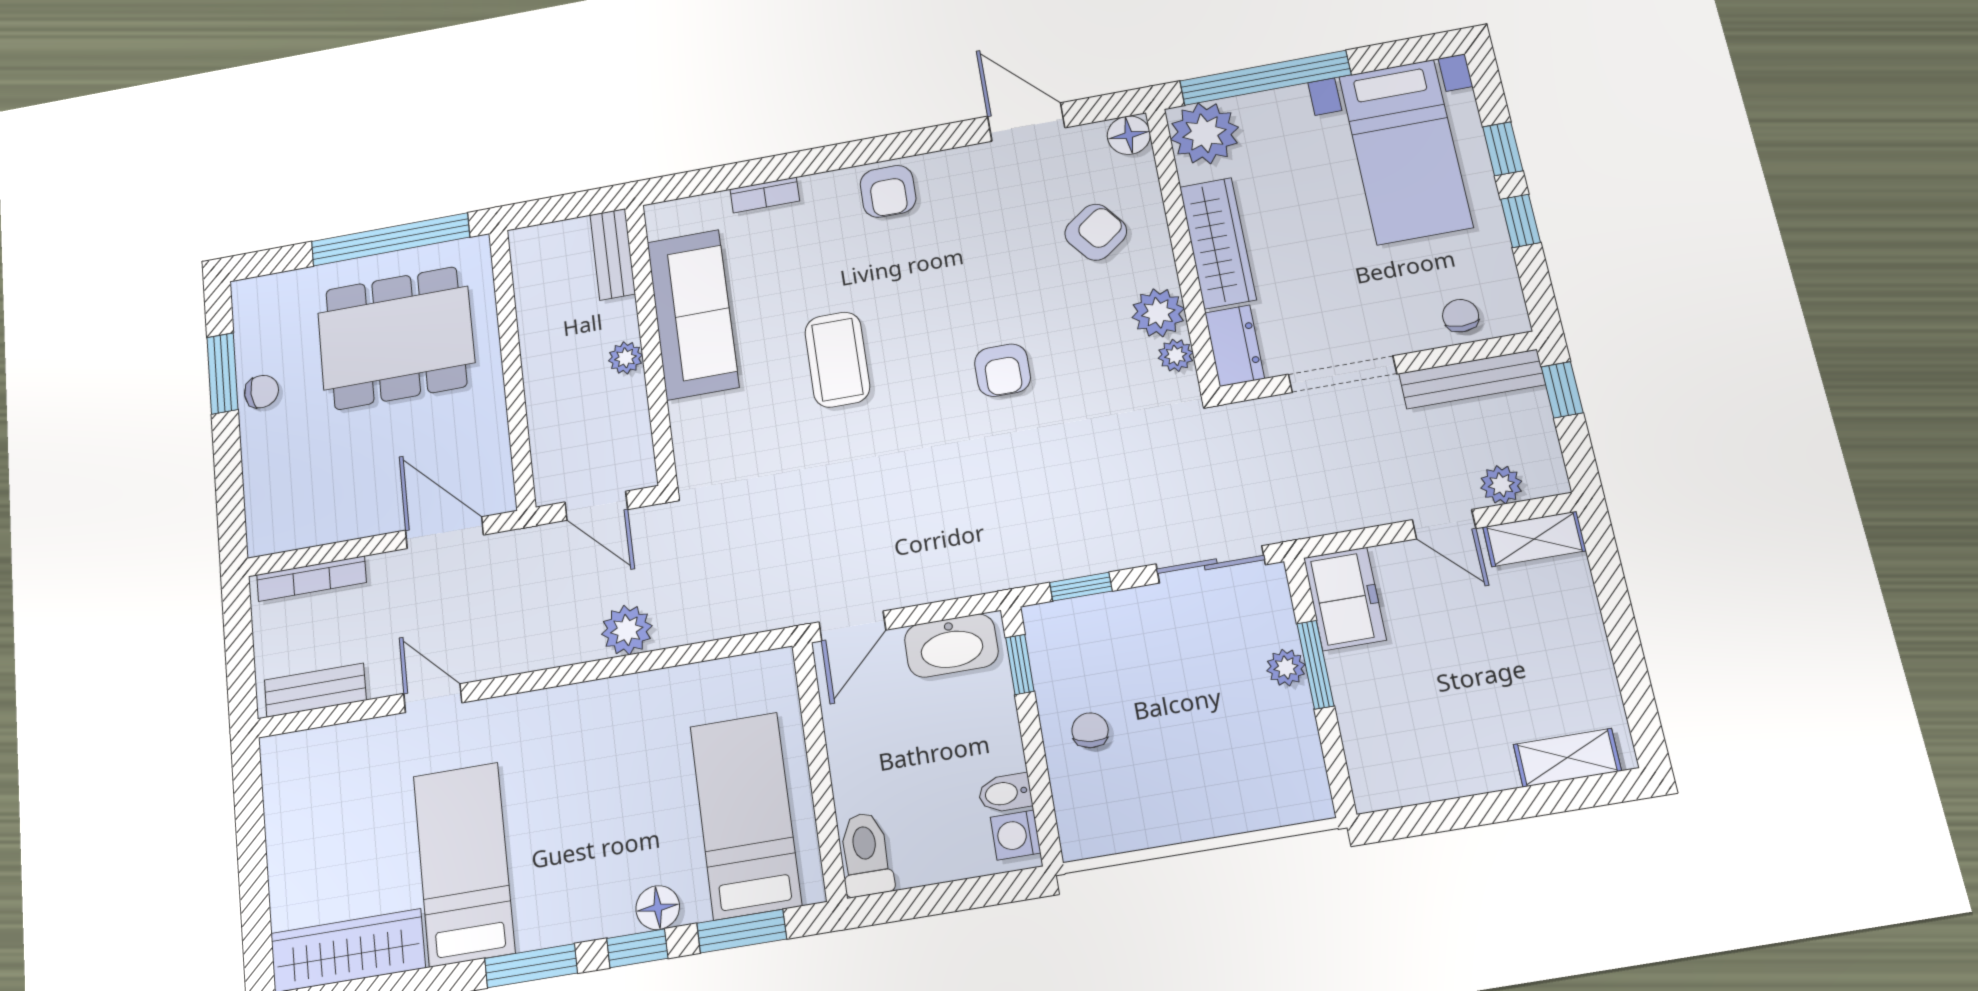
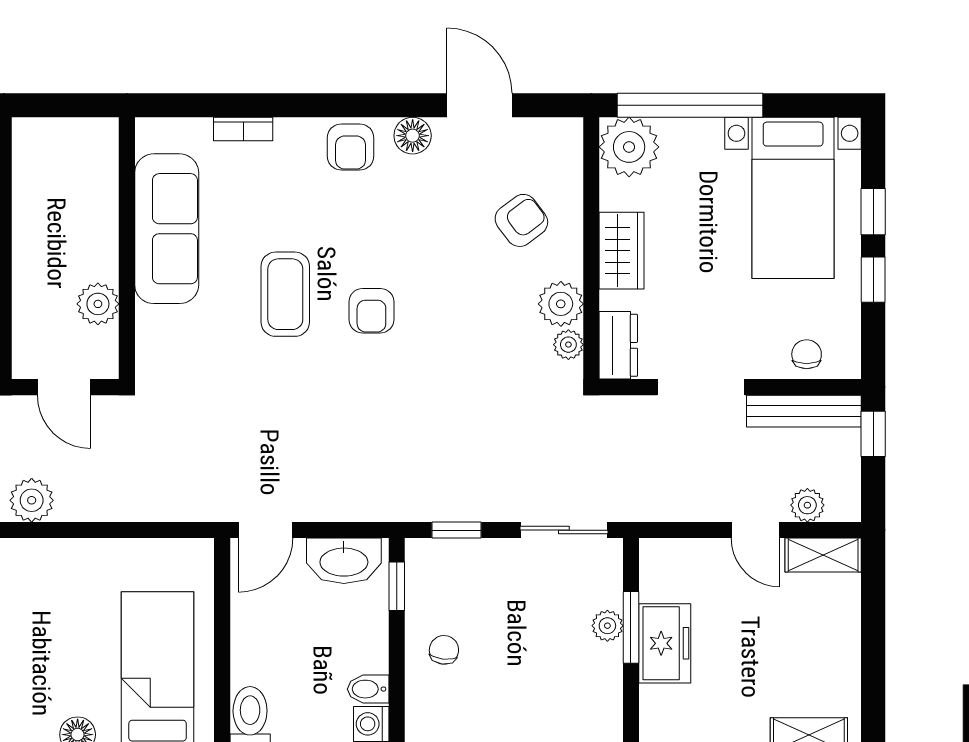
floor lamp: (1129, 135) -> (413, 136), moved
wardrobe: (1218, 243) -> (622, 251), width x0.67
bench: (613, 254) -> (103, 159), removed
plant: (625, 358) -> (98, 304), moved, width x1.38, depth x1.38
armchair: (1003, 370) -> (371, 311), moved
freezer: (1345, 599) -> (665, 643), moved
plant: (627, 630) -> (32, 500), moved

